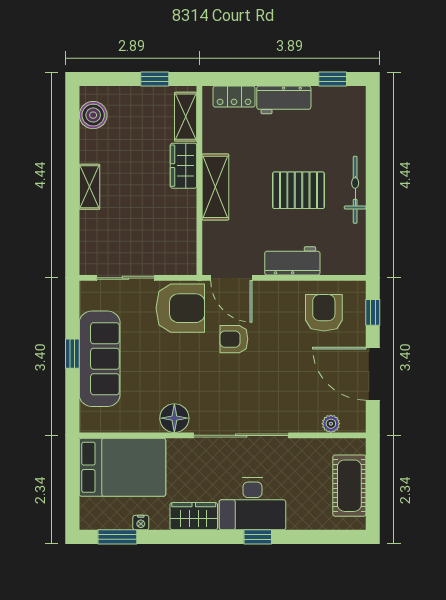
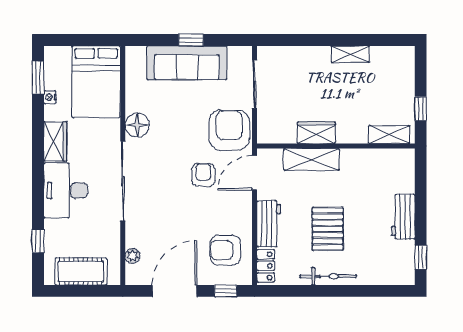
locker: (234, 97) -> (266, 266), moved, turned 180
boiler: (93, 115) -> (391, 57), removed
wardrobe: (183, 166) -> (316, 133), moved
shelving: (90, 187) -> (350, 54), moved
shelving: (215, 187) -> (311, 159), moved
armchair: (180, 308) -> (229, 130), turned 180
armchair: (324, 313) -> (225, 250), turned 180
window: (258, 537) -> (38, 241), moved

